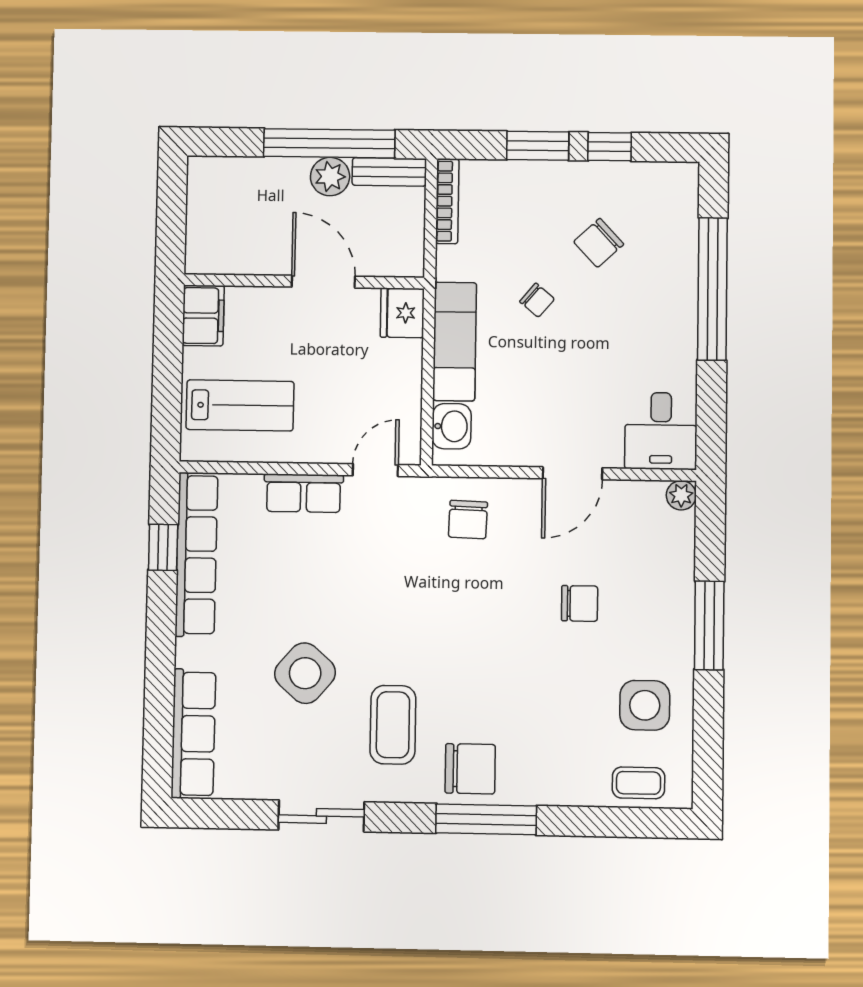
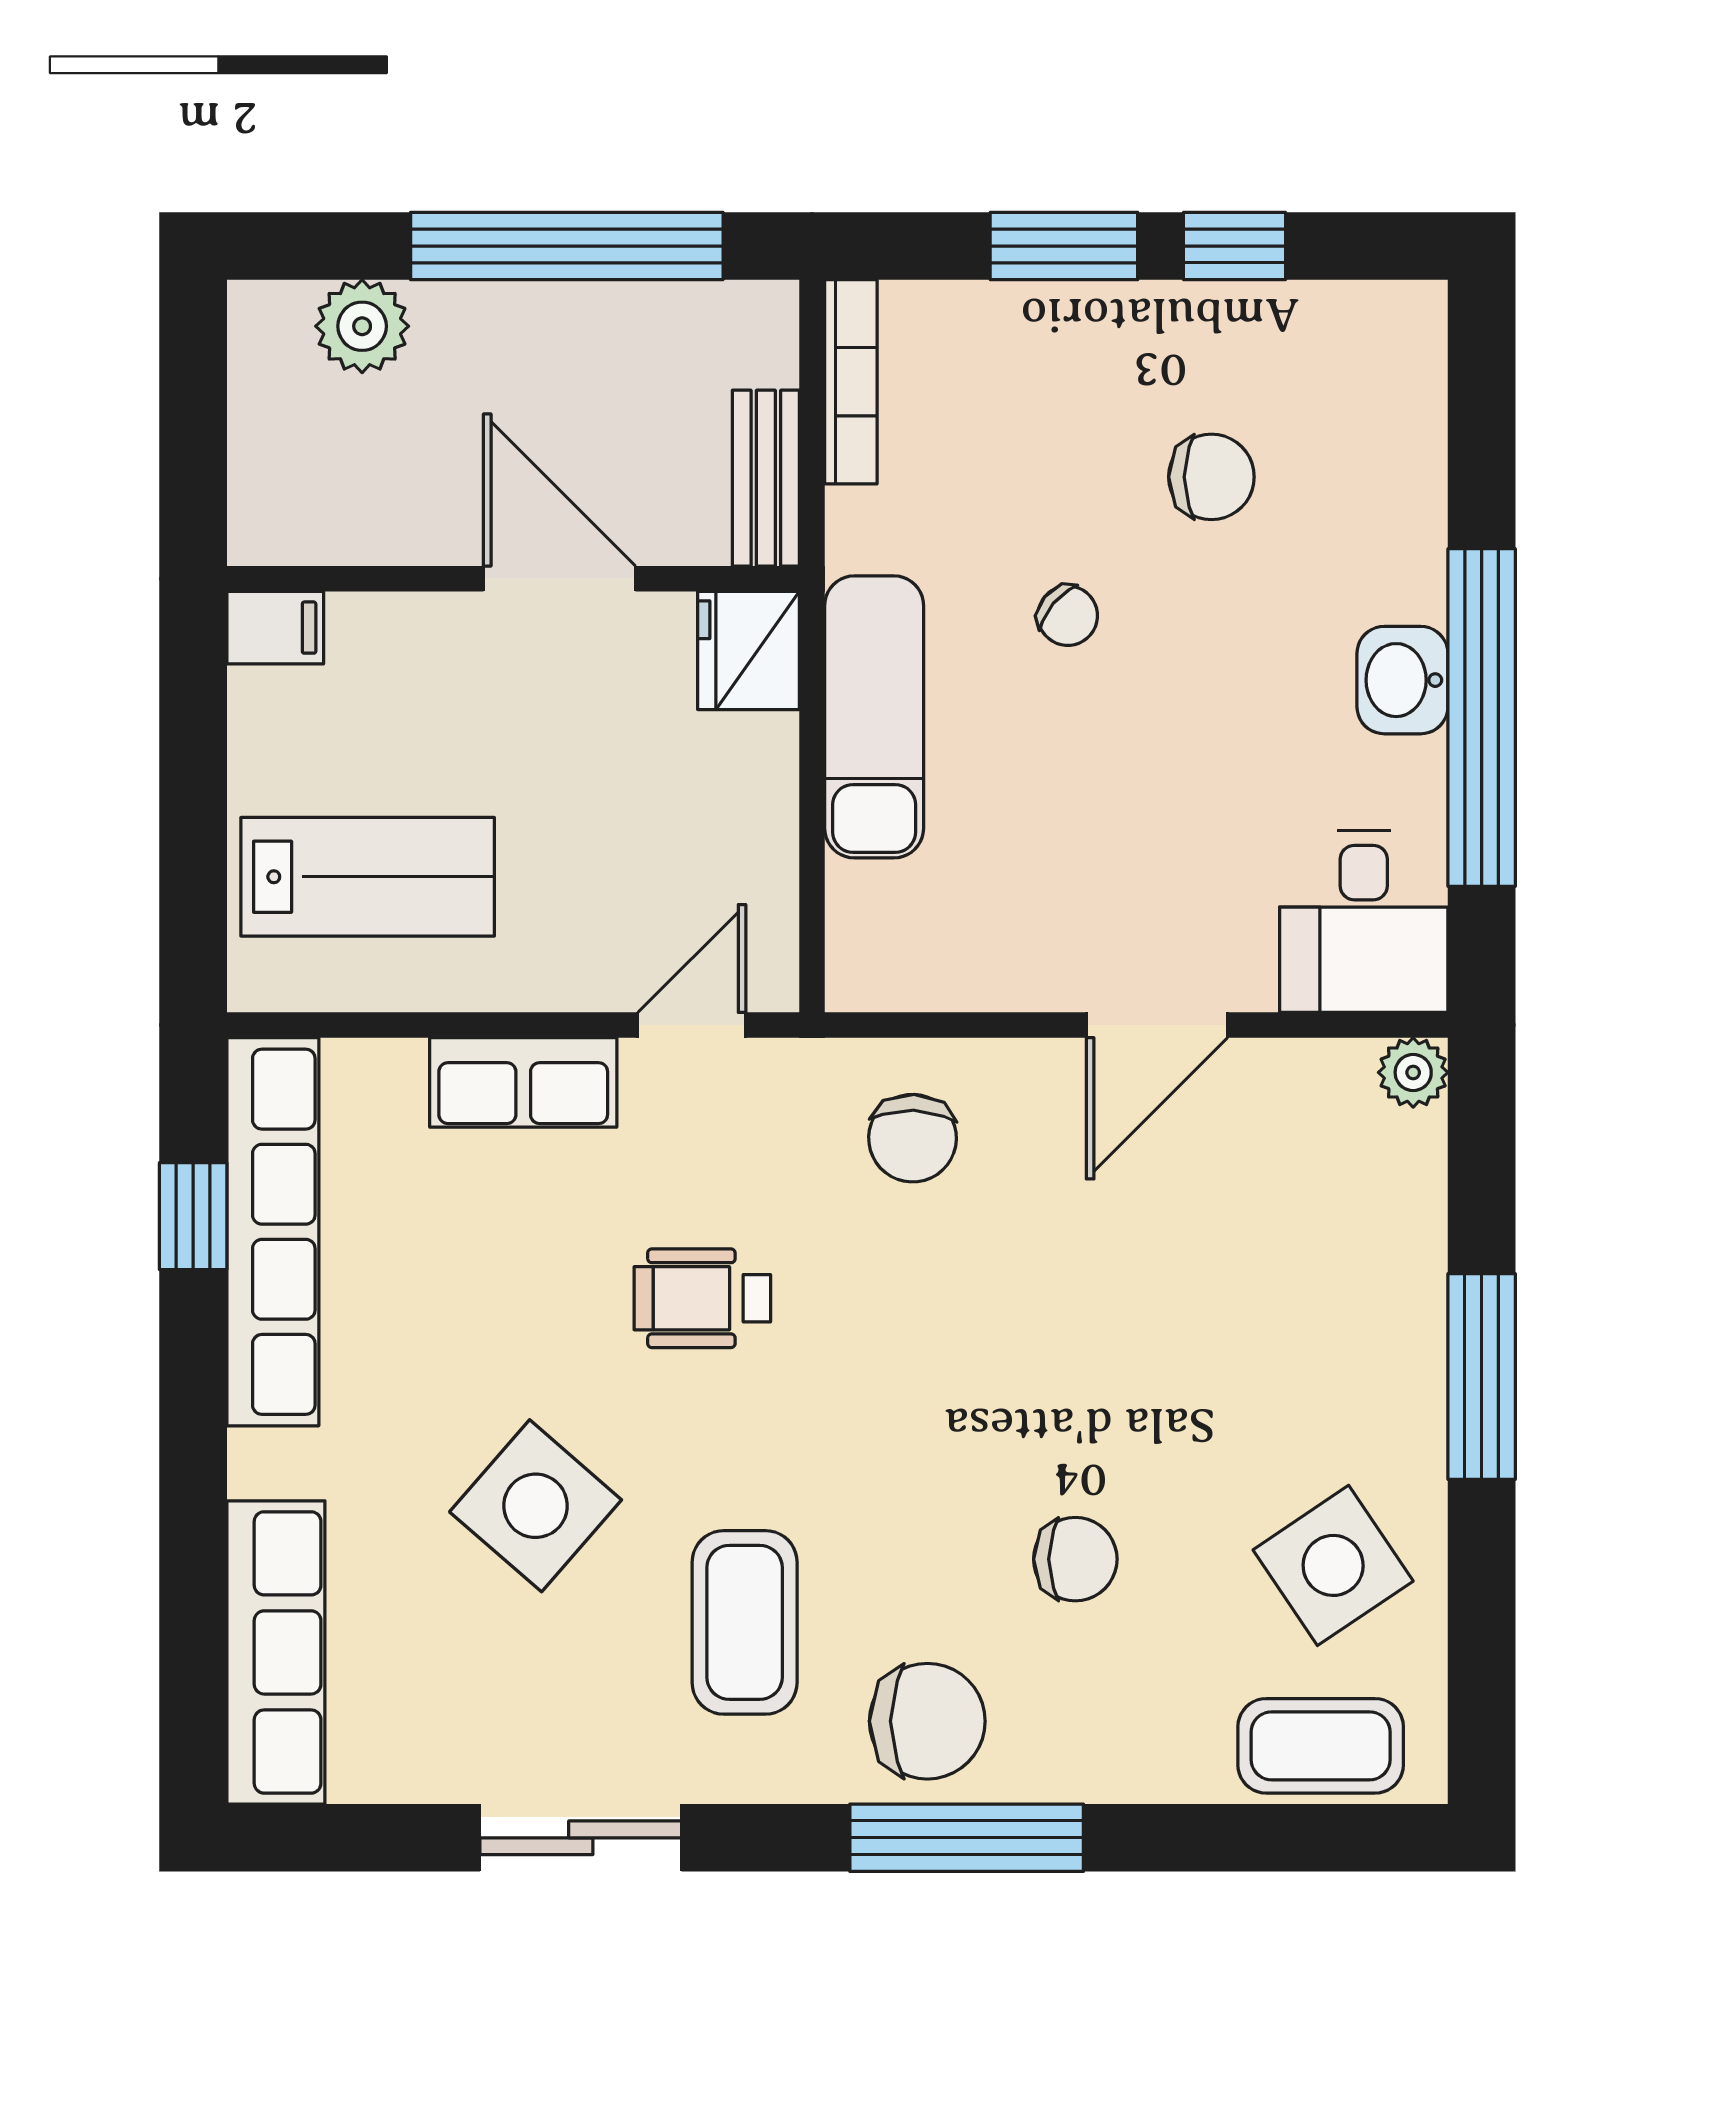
bench: (389, 172) -> (766, 478), moved, turned 90
plant: (330, 177) -> (362, 326), moved
chair: (599, 243) -> (1211, 477), turned -137
window: (712, 289) -> (1482, 718), moved
filing cabinet: (203, 316) -> (275, 628), width x0.50
washbasin: (452, 426) -> (1402, 680), moved, turned 180
wheelchair: (378, 586) -> (702, 1298), added
chair: (580, 603) -> (1075, 1559), moved
side table: (645, 705) -> (1333, 1565), turned -34
coffee table: (638, 783) -> (1321, 1746), width x1.36, depth x1.30

